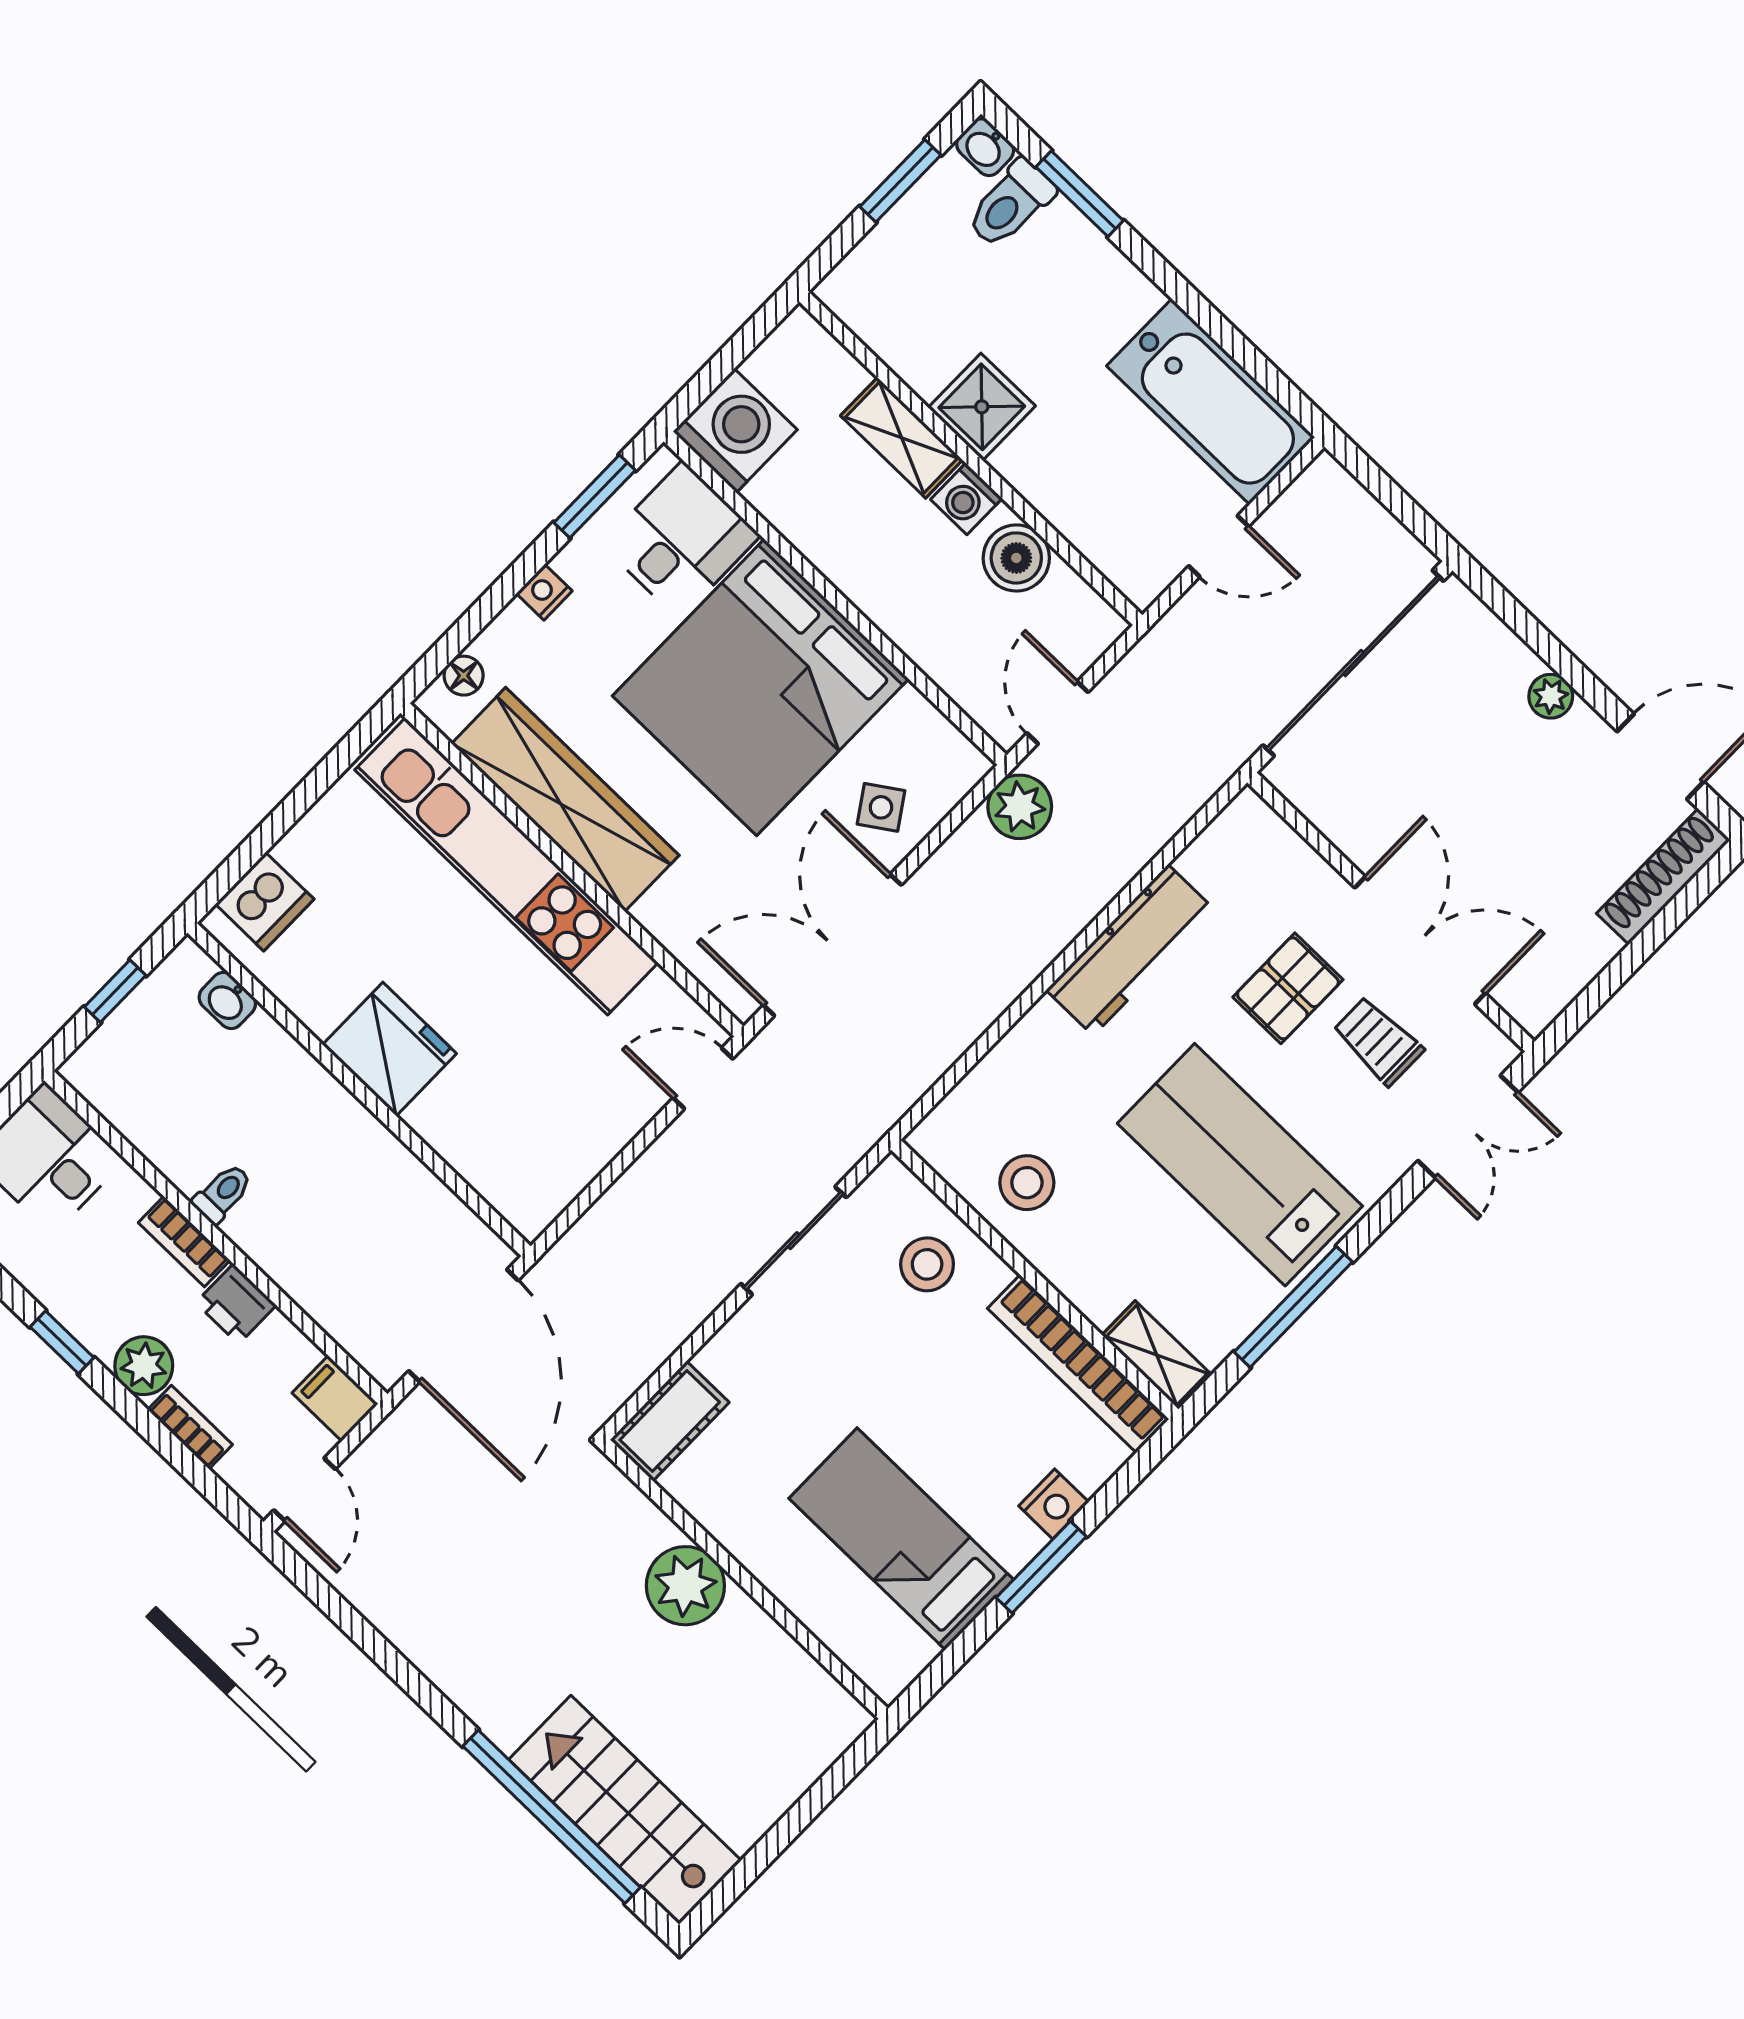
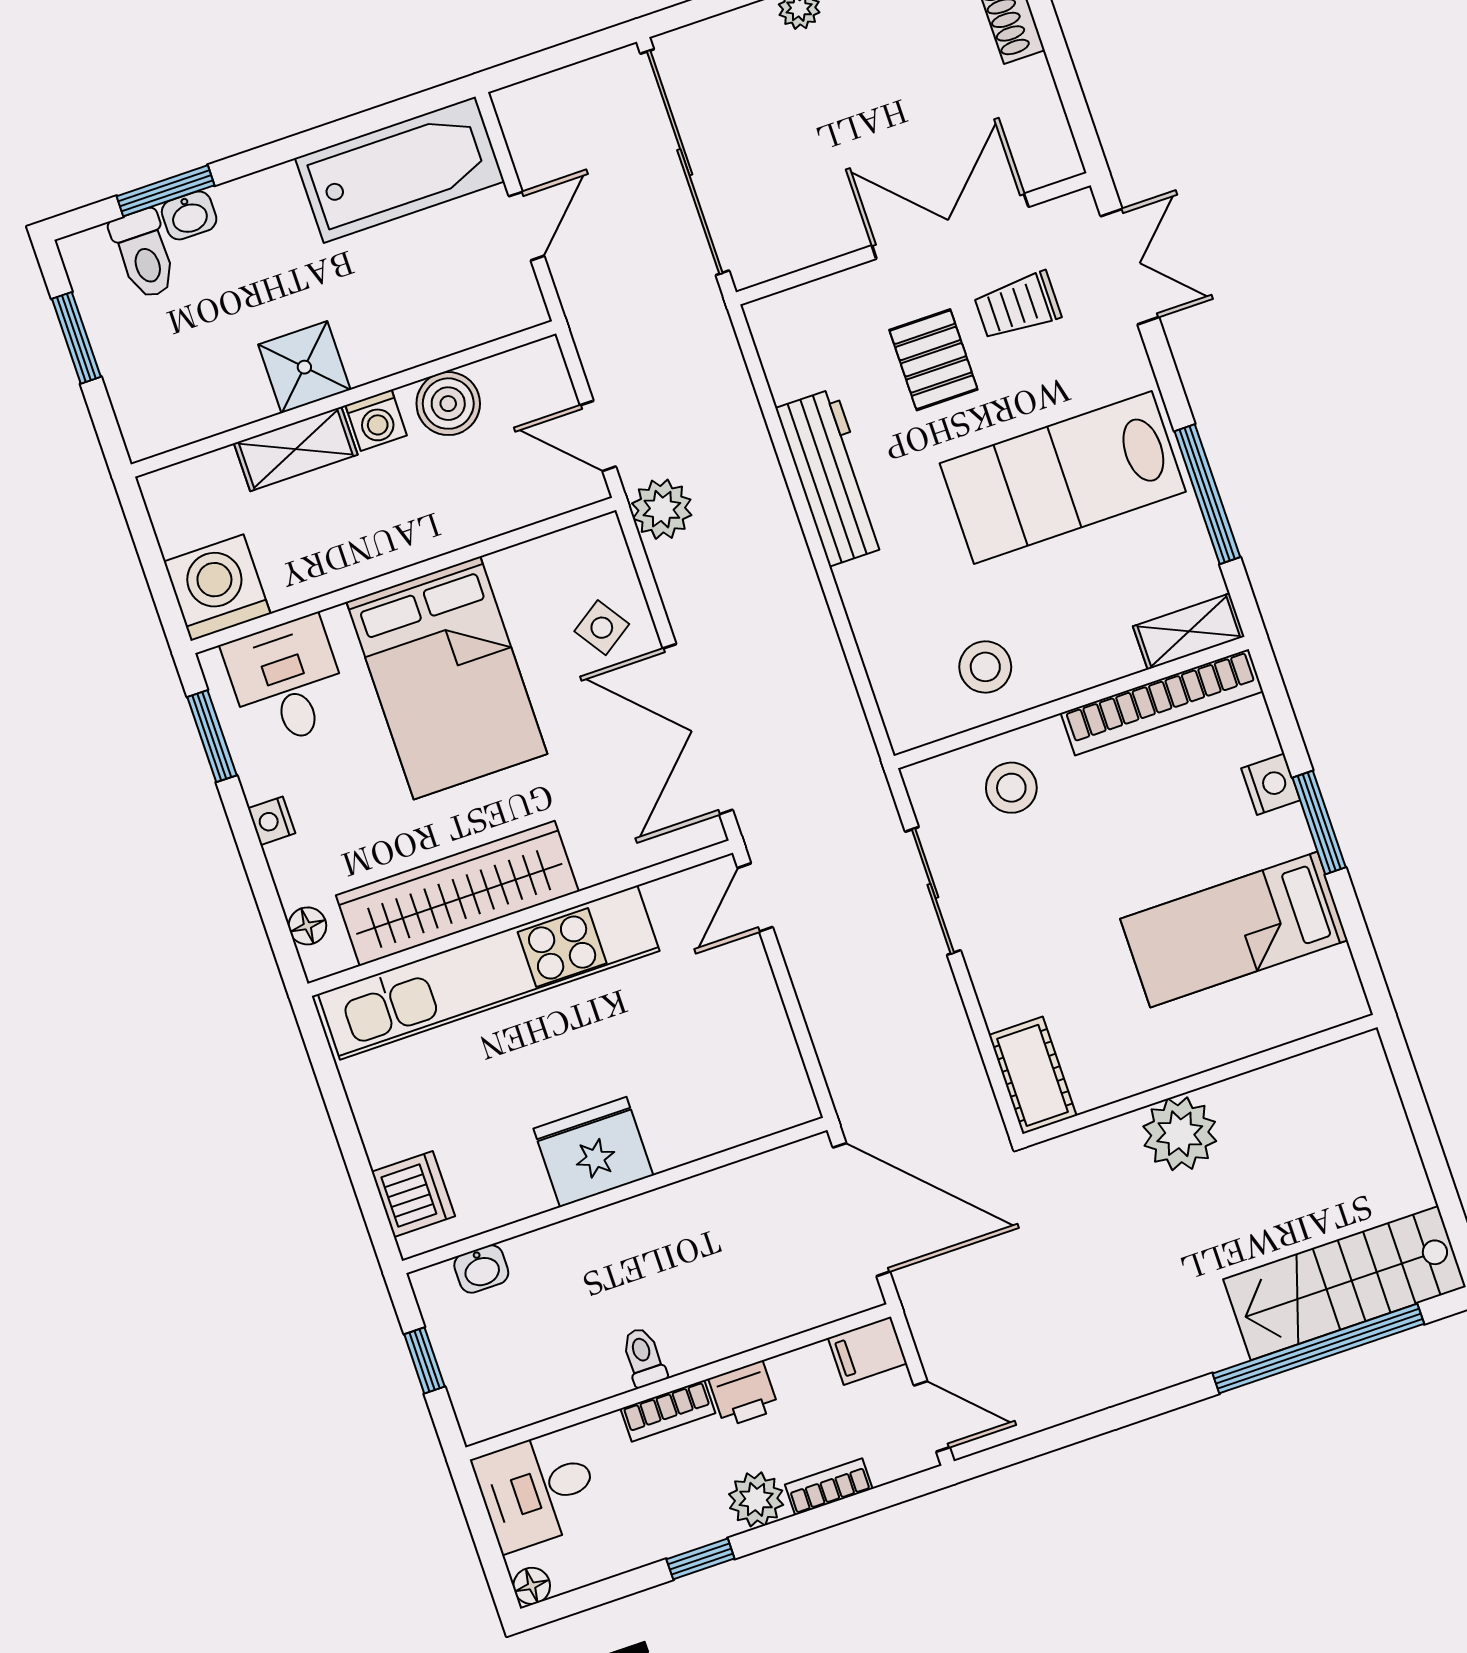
washbasin: (985, 147) -> (189, 215), moved
bed: (761, 687) -> (447, 678), width x0.73

